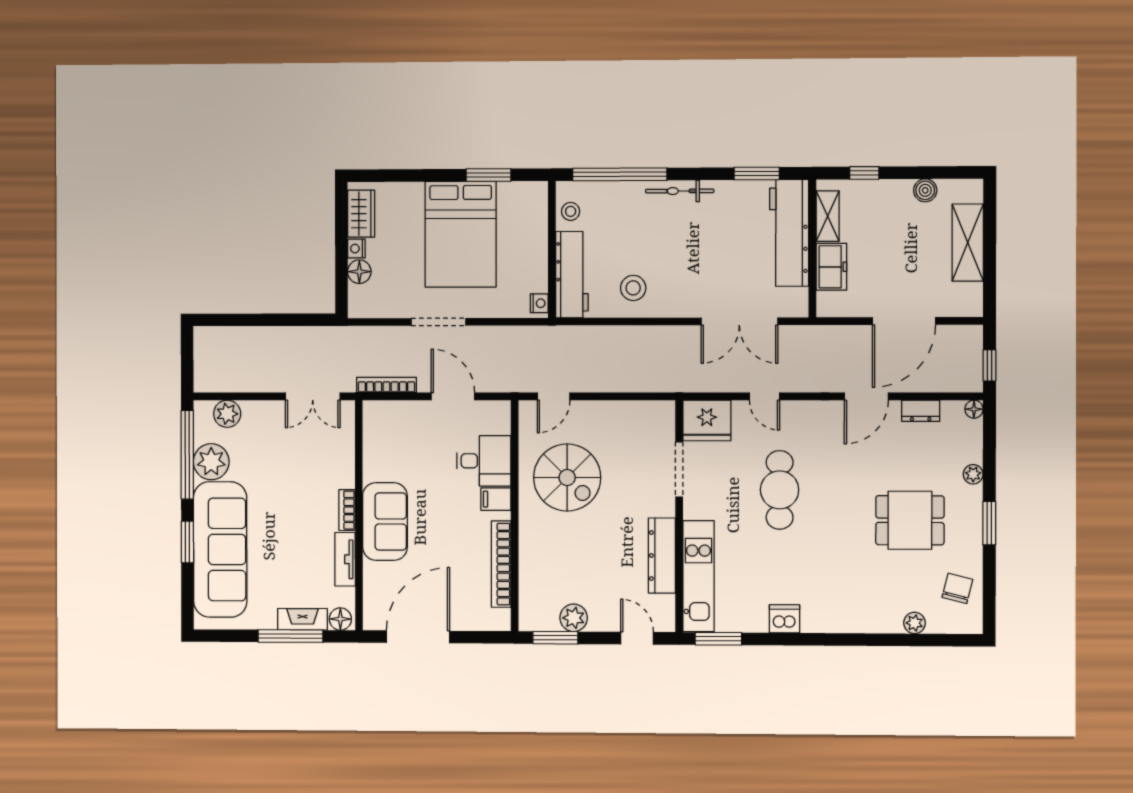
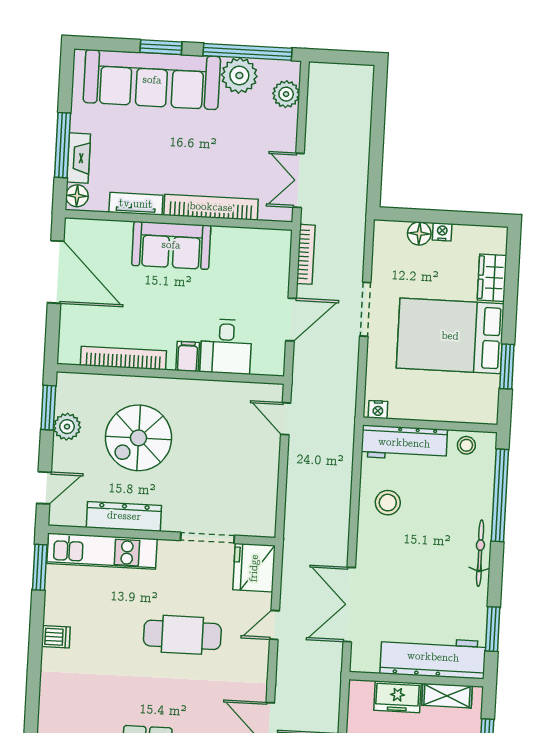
wardrobe: (361, 214) -> (492, 278), moved, turned 90
spiral stairs: (567, 478) -> (138, 438), moved
bookcase: (347, 510) -> (211, 207), width x2.31, depth x1.31
dishwasher: (784, 619) -> (56, 637), width x0.73

